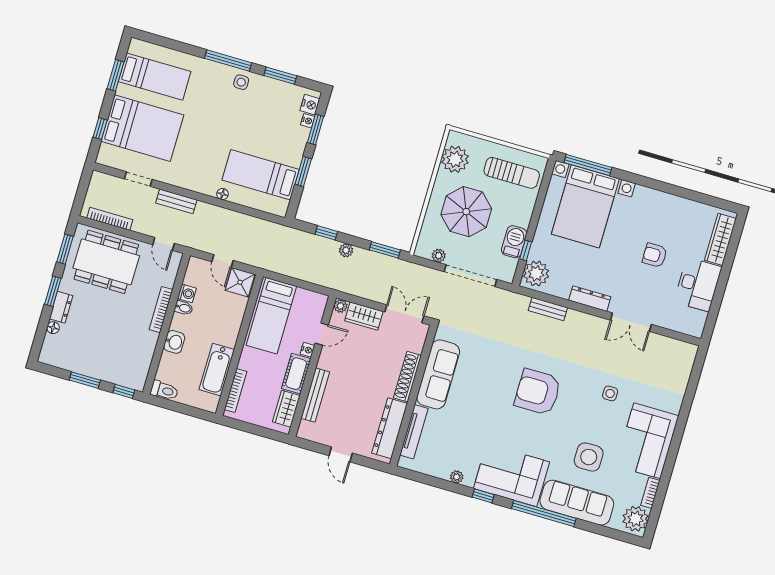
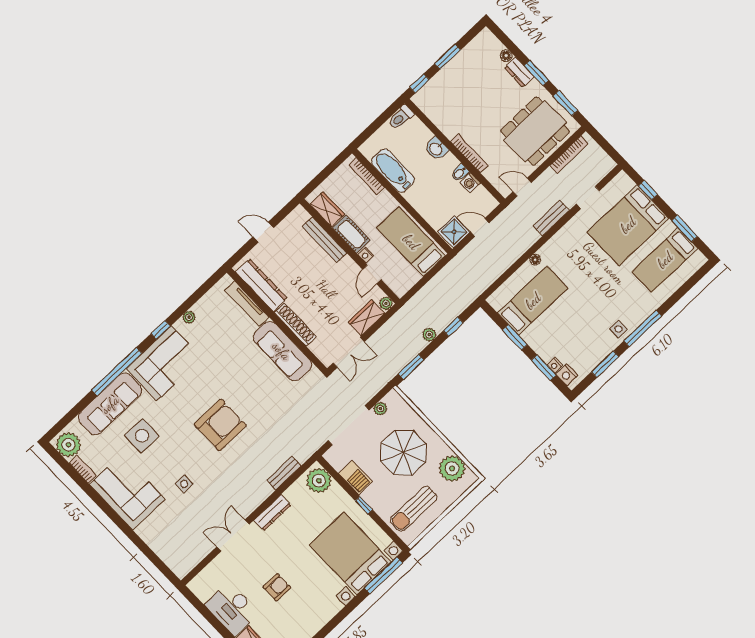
window: (526, 250) -> (364, 505), moved

